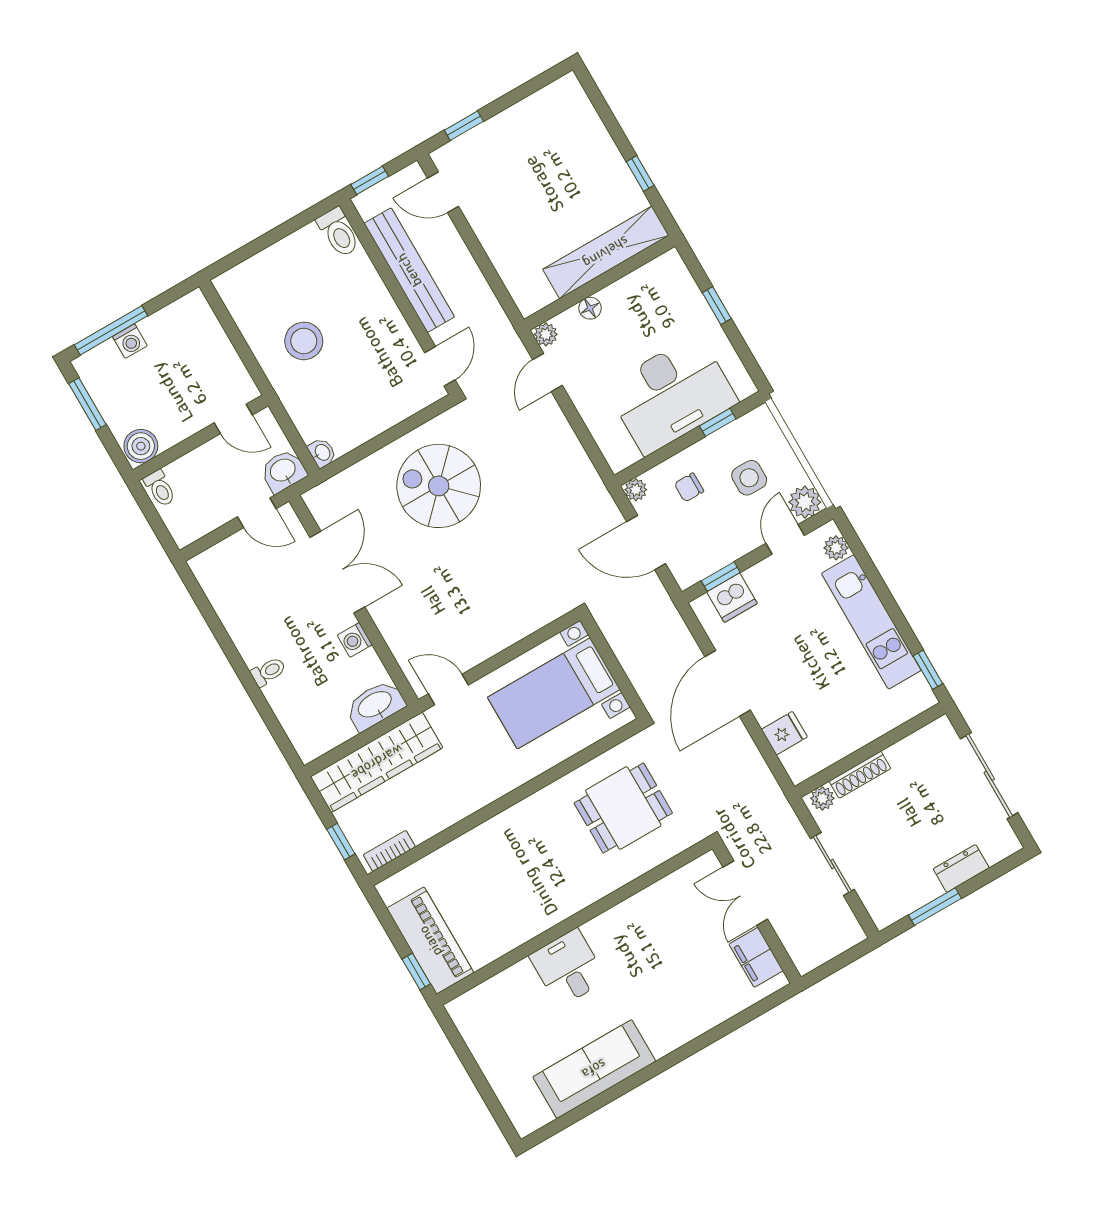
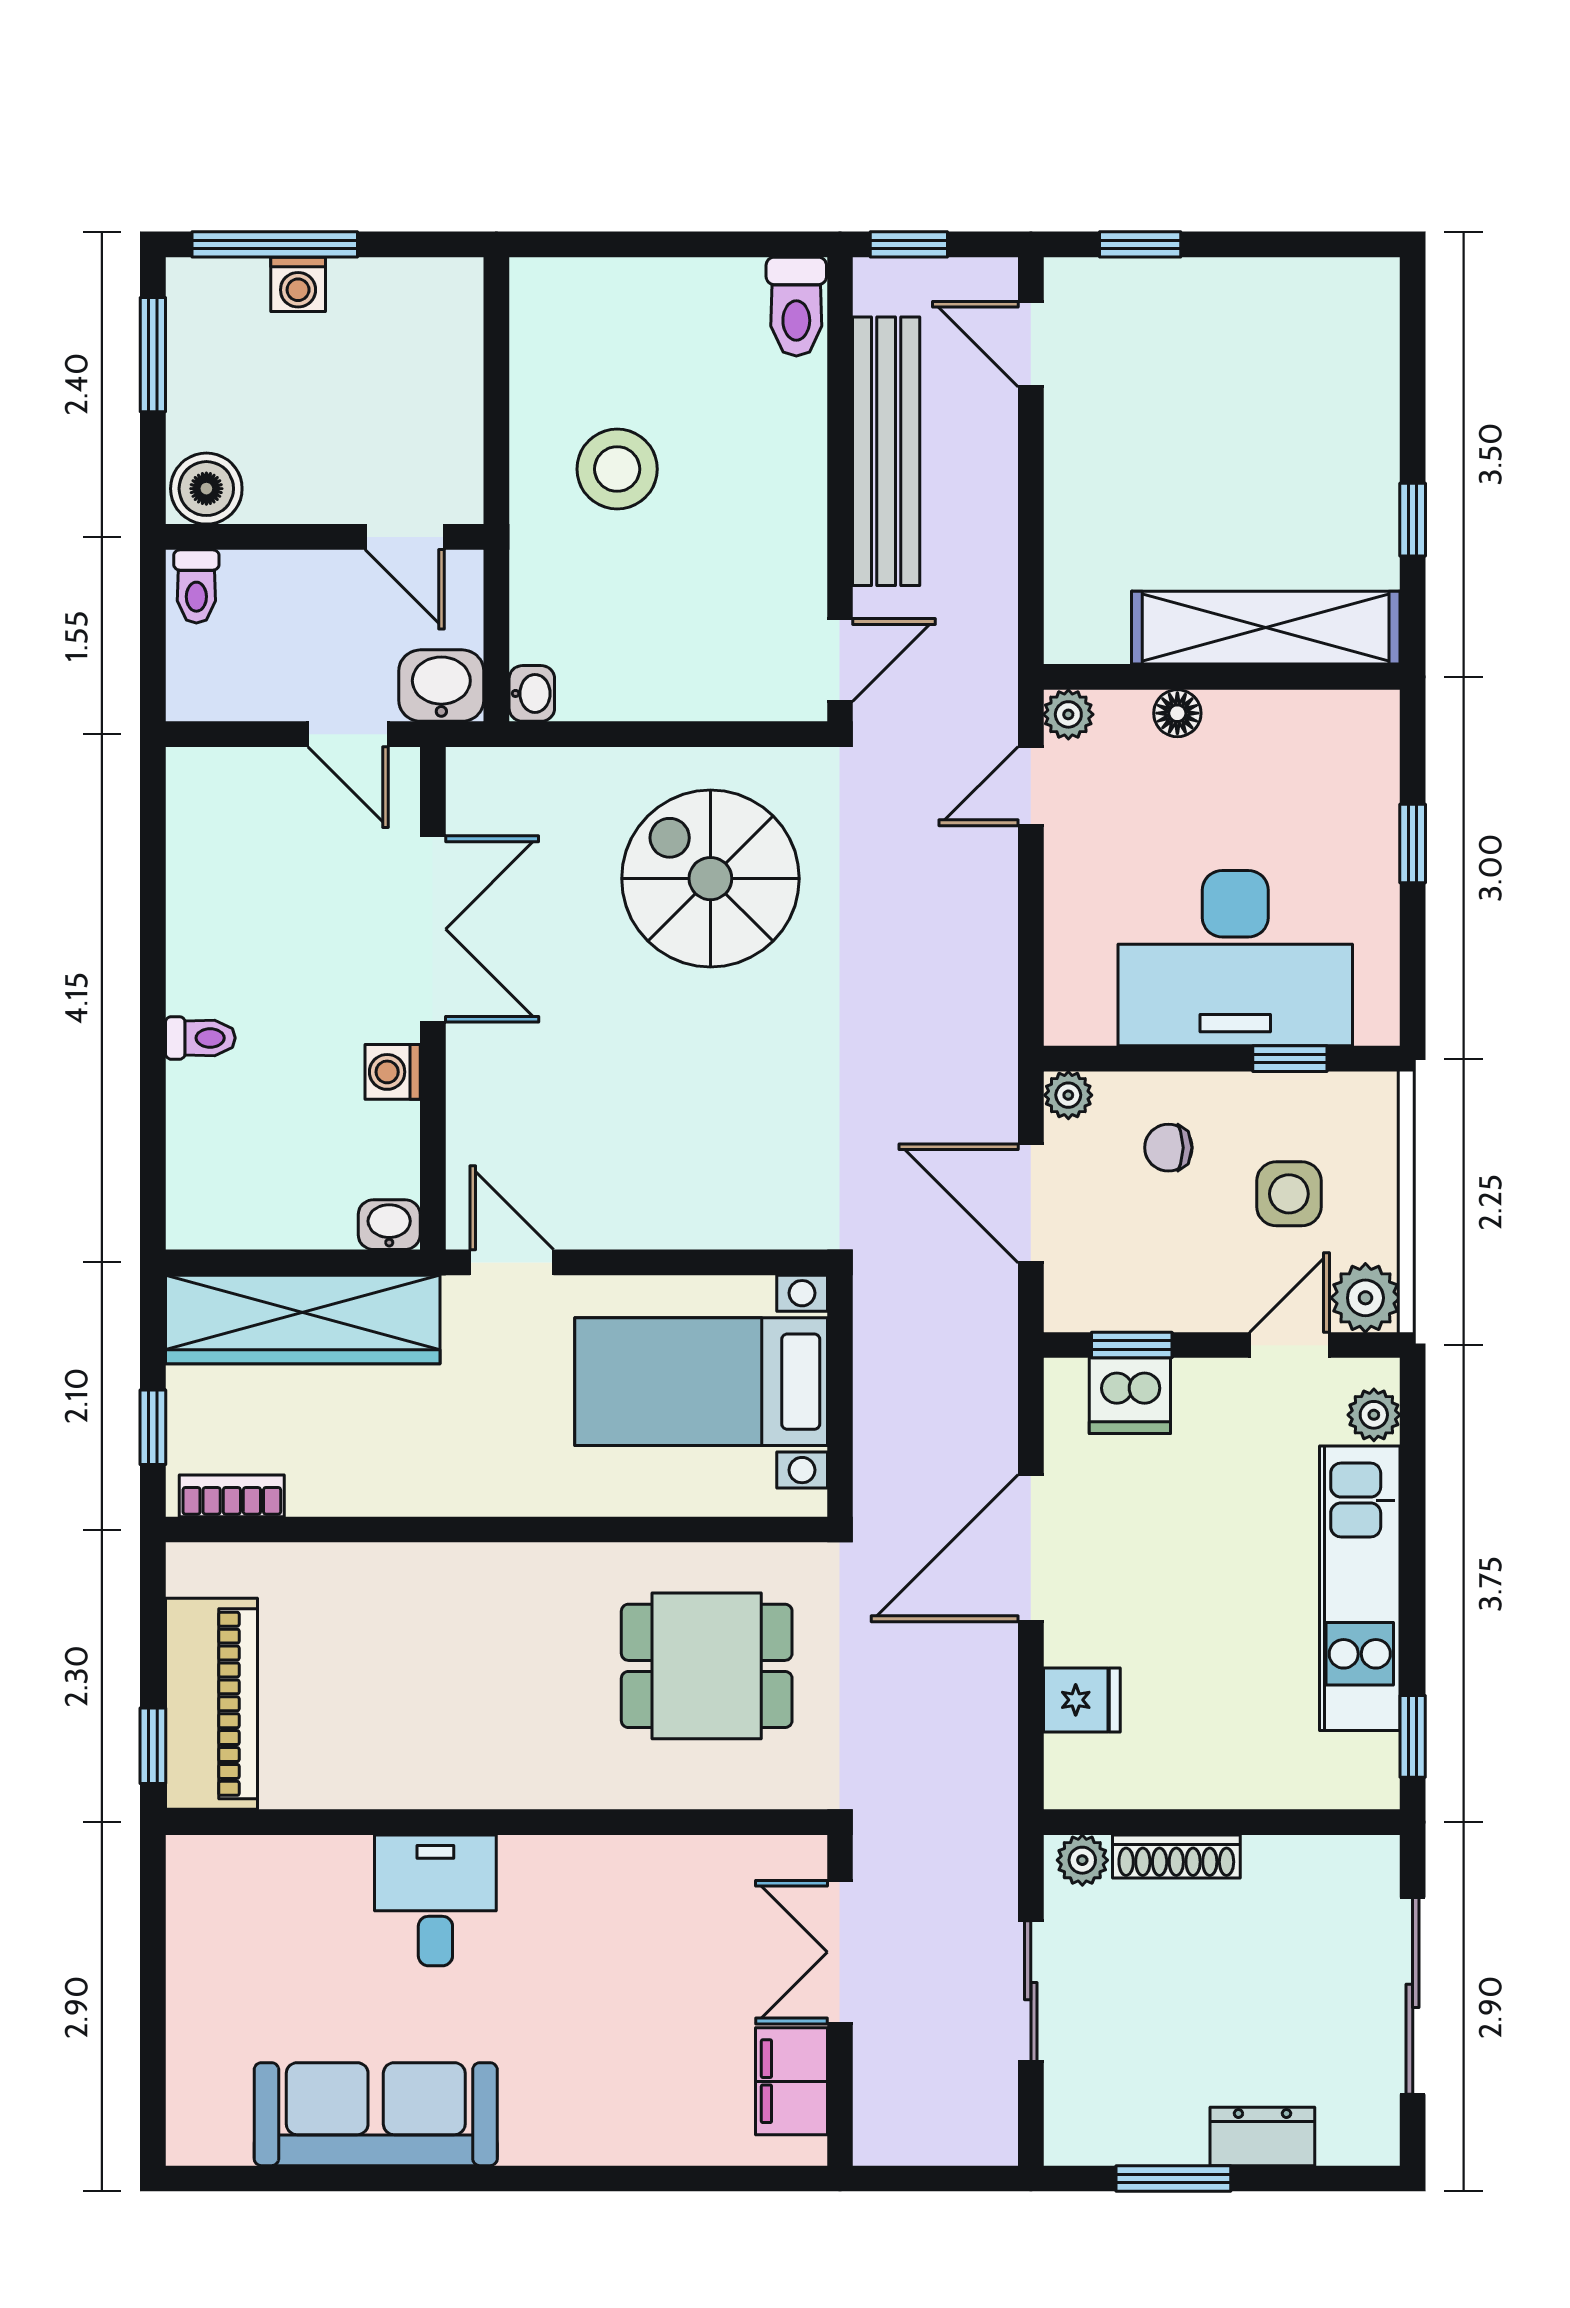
washbasin: (375, 705) -> (389, 1225), width x0.52, depth x0.69

